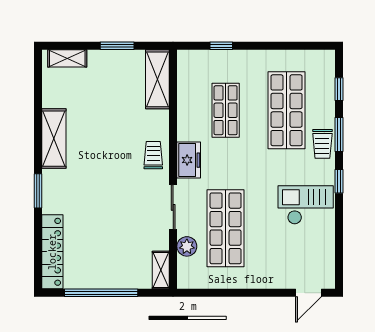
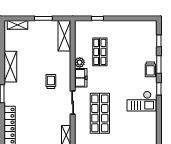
shop shelf: (287, 110) -> (132, 52), removed
trolley: (153, 155) -> (51, 82), moved
checkout: (306, 205) -> (141, 101), turned 180
plant: (187, 246) -> (80, 62), moved

